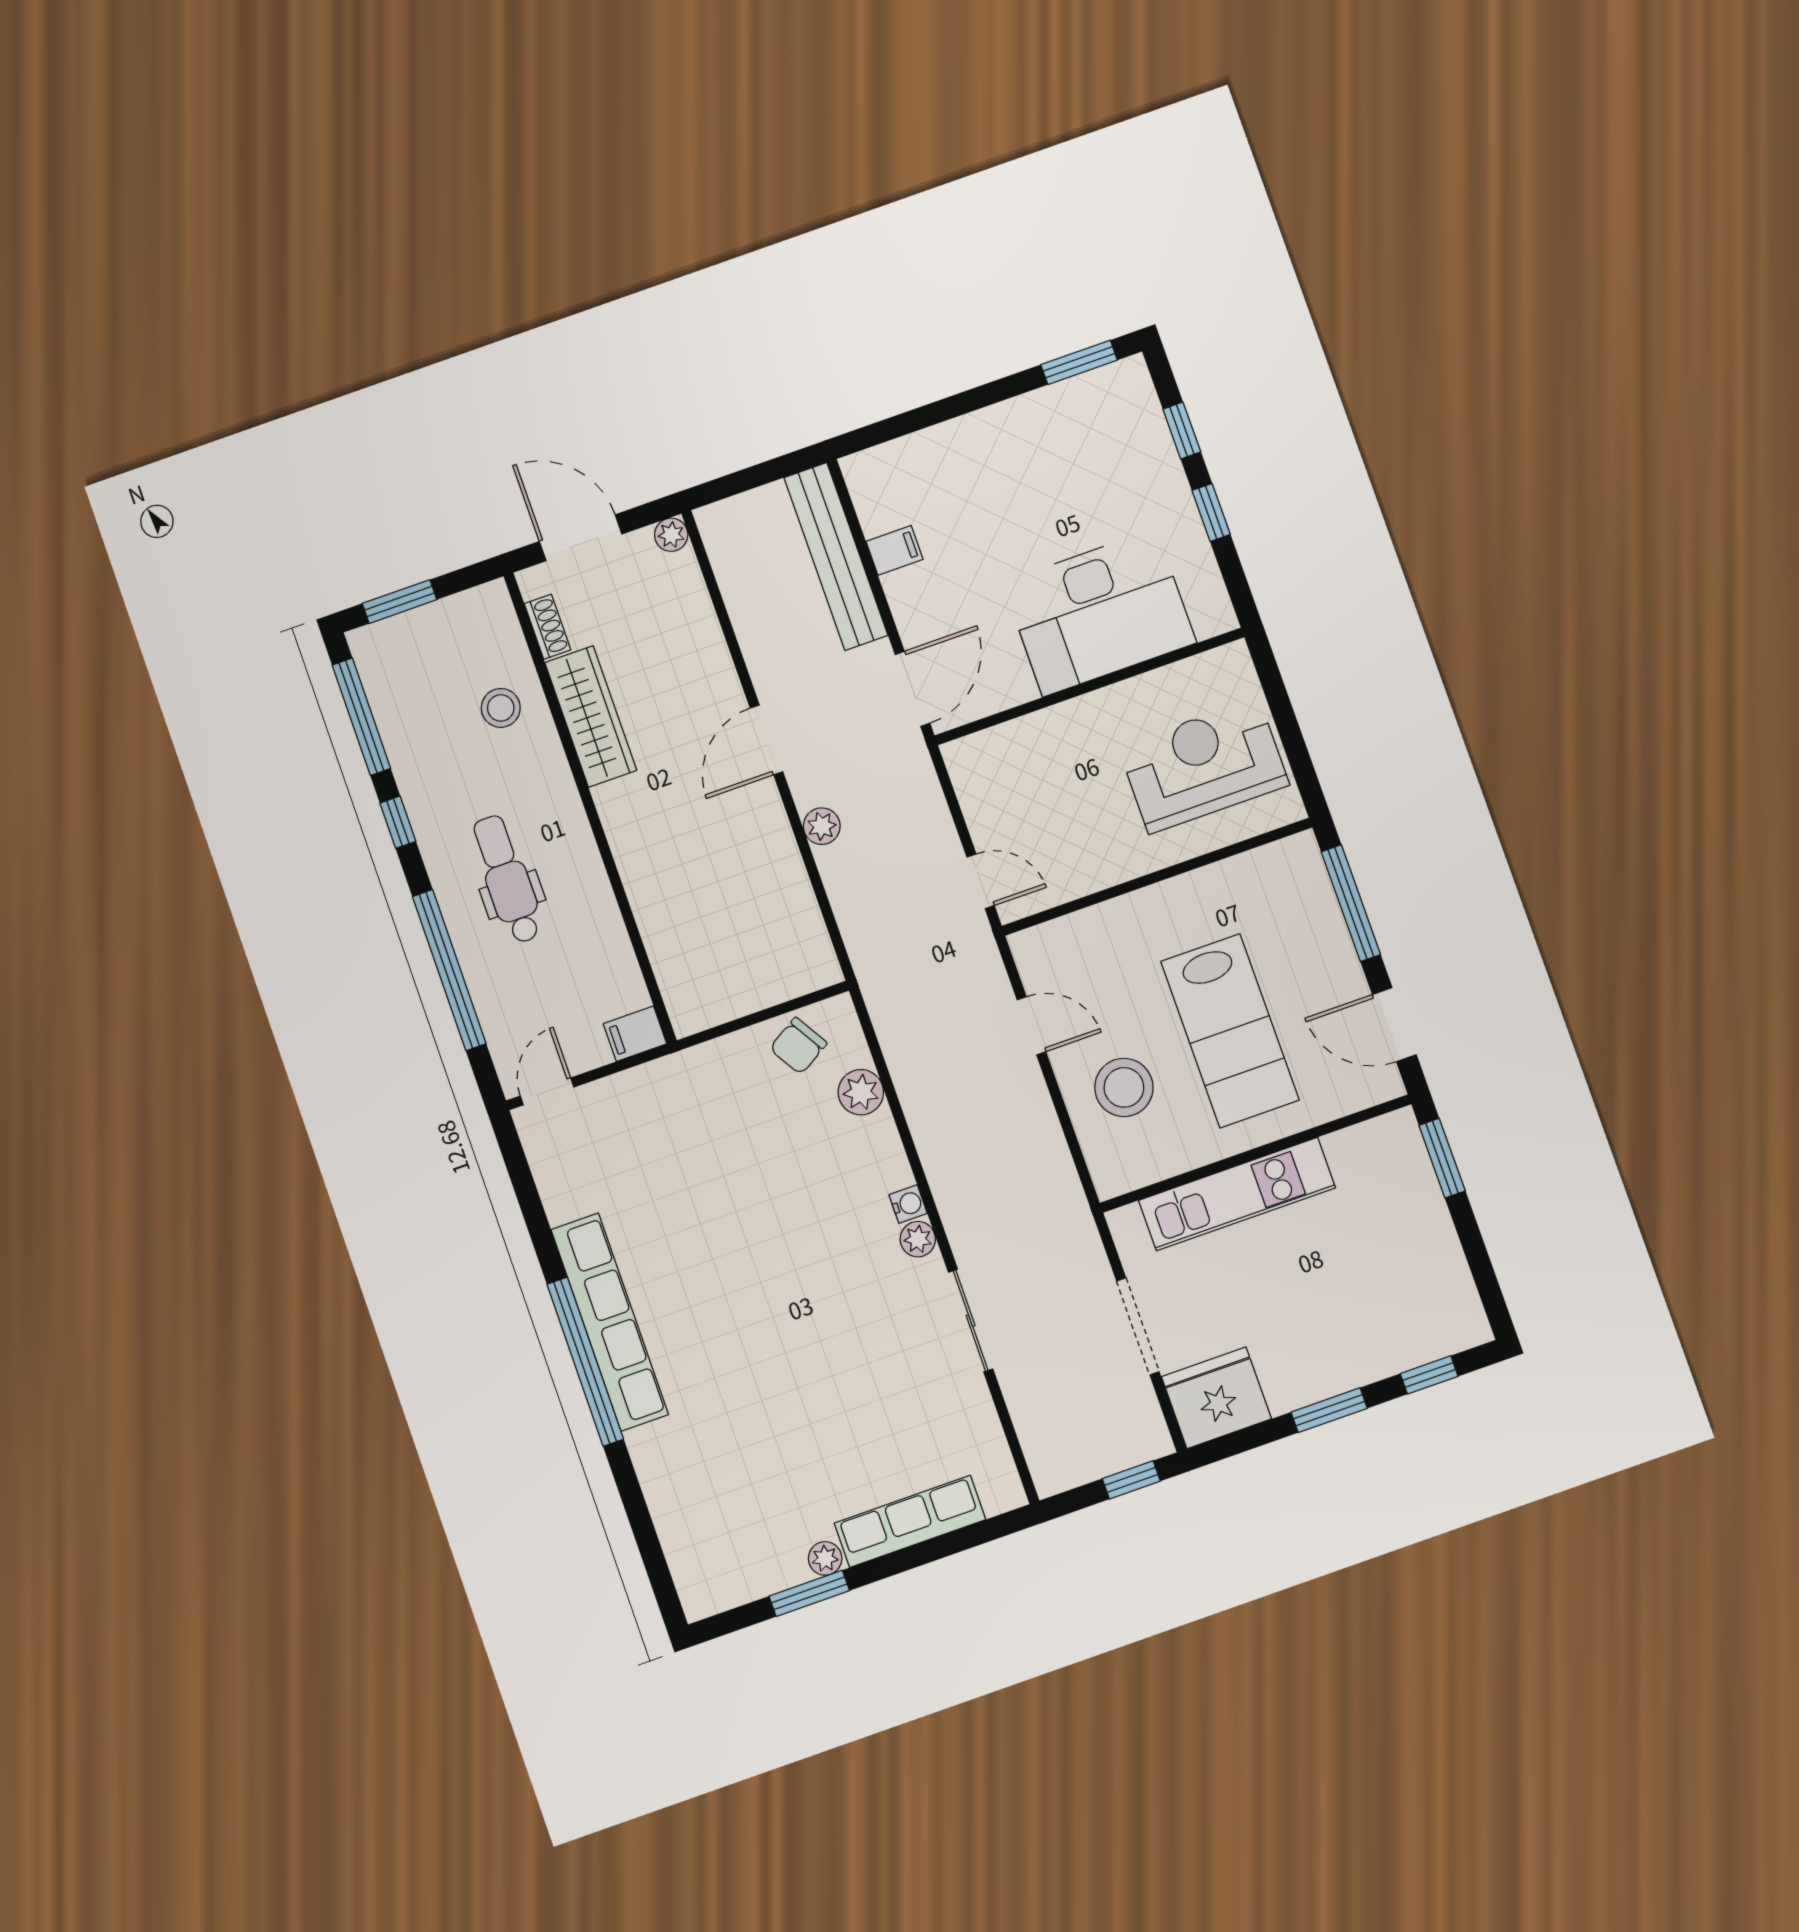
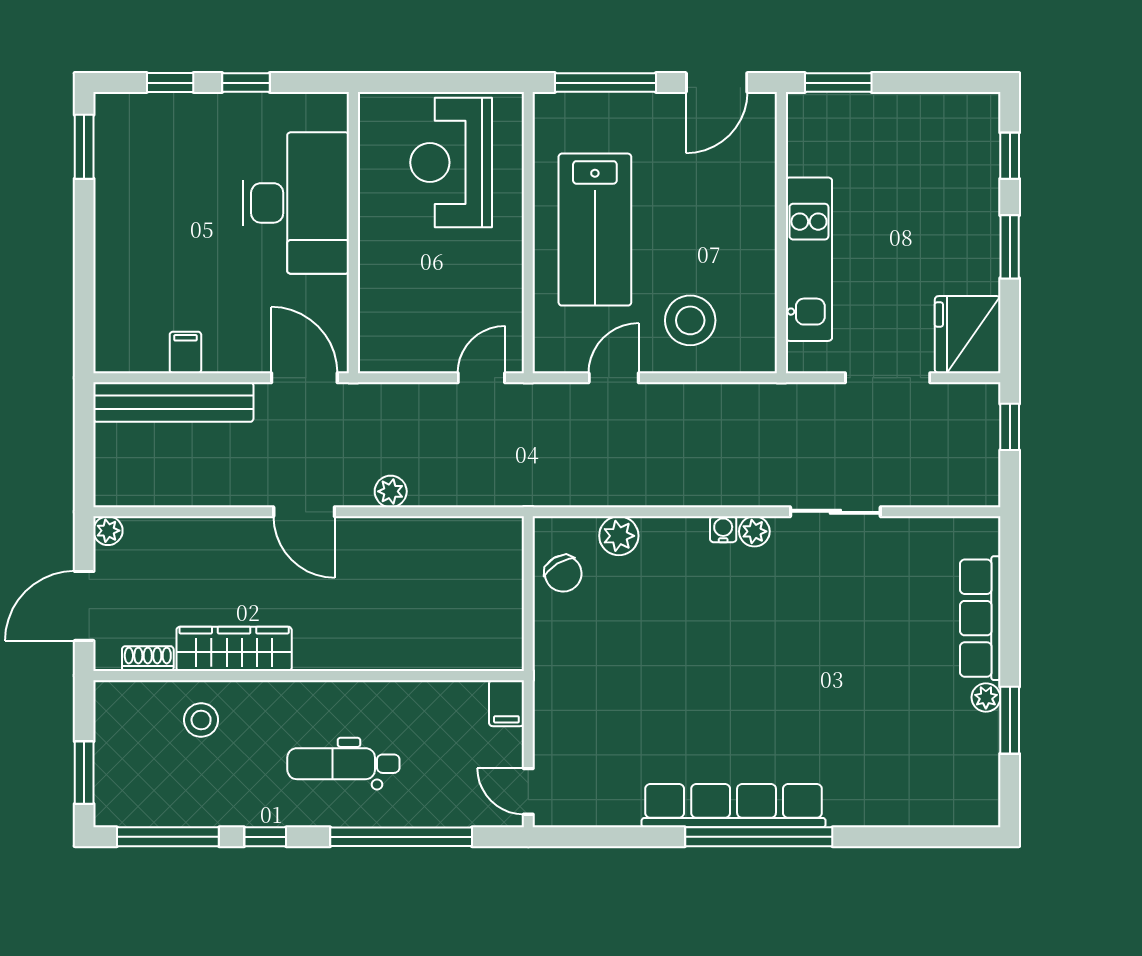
lab bench: (1230, 1031) -> (595, 230), moved, turned 90

